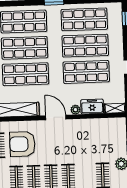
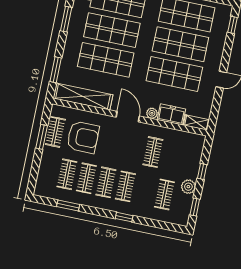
clothes rail: (84, 142) -> (153, 152), added
armchair: (22, 144) -> (83, 137), turned 180

